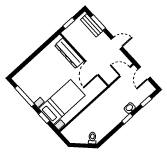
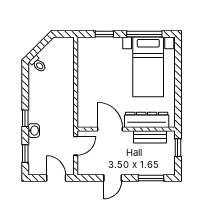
bench: (92, 25) -> (150, 137), moved
door: (125, 72) -> (76, 146), moved
bed with nightstands: (62, 102) -> (148, 67), moved

